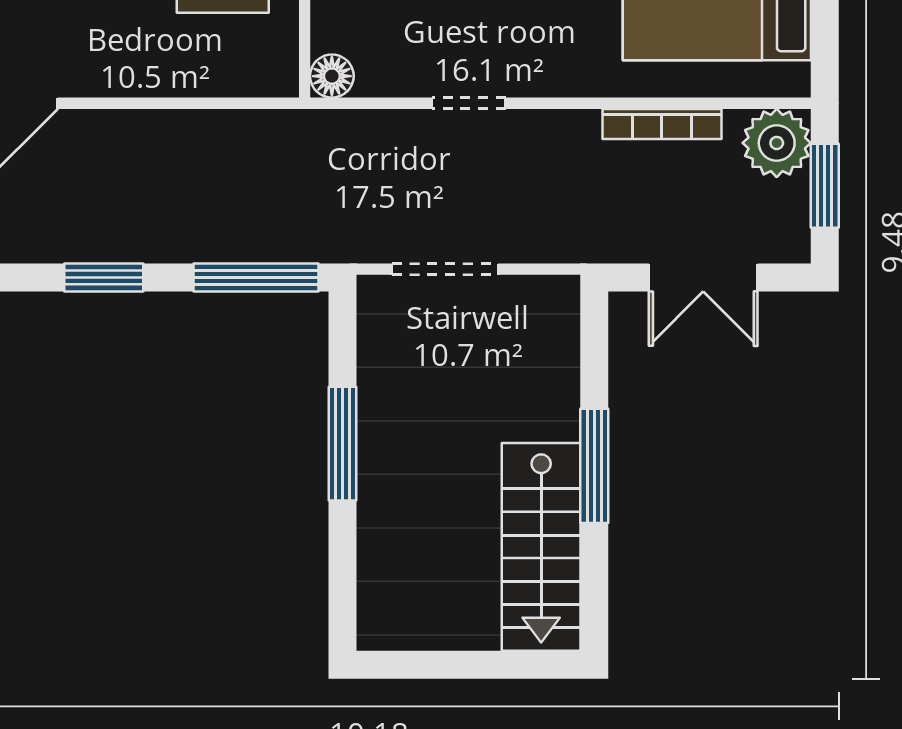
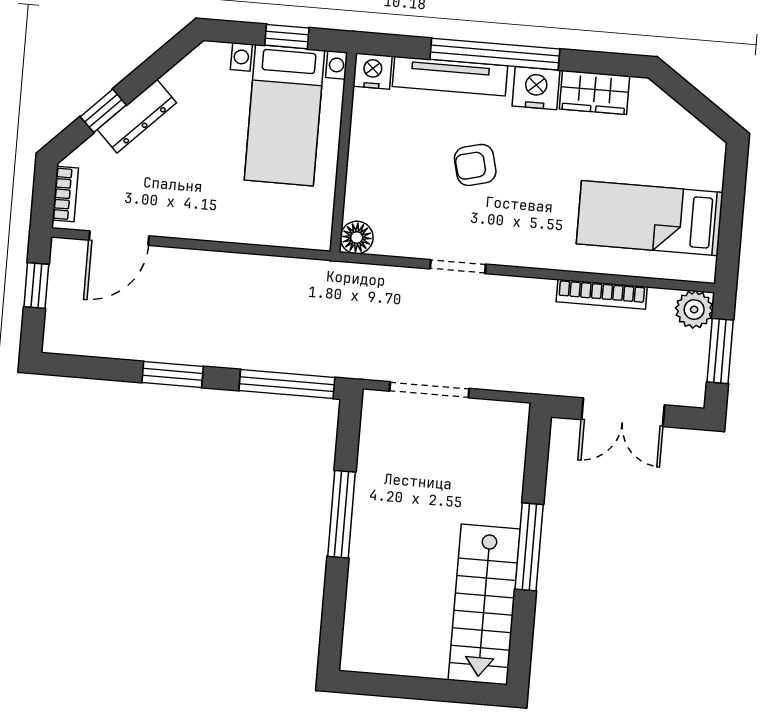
plant: (777, 143) -> (694, 310), width x0.73, depth x0.73

